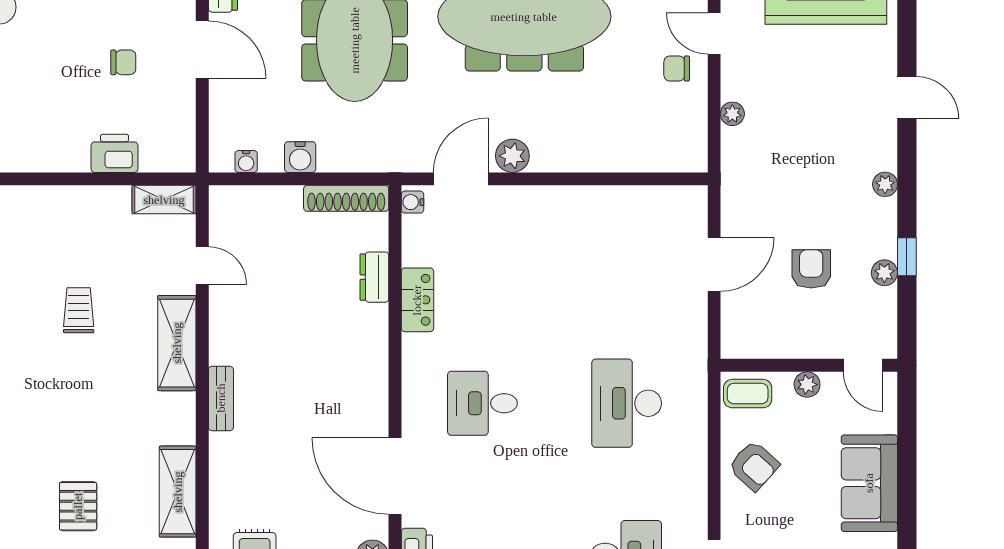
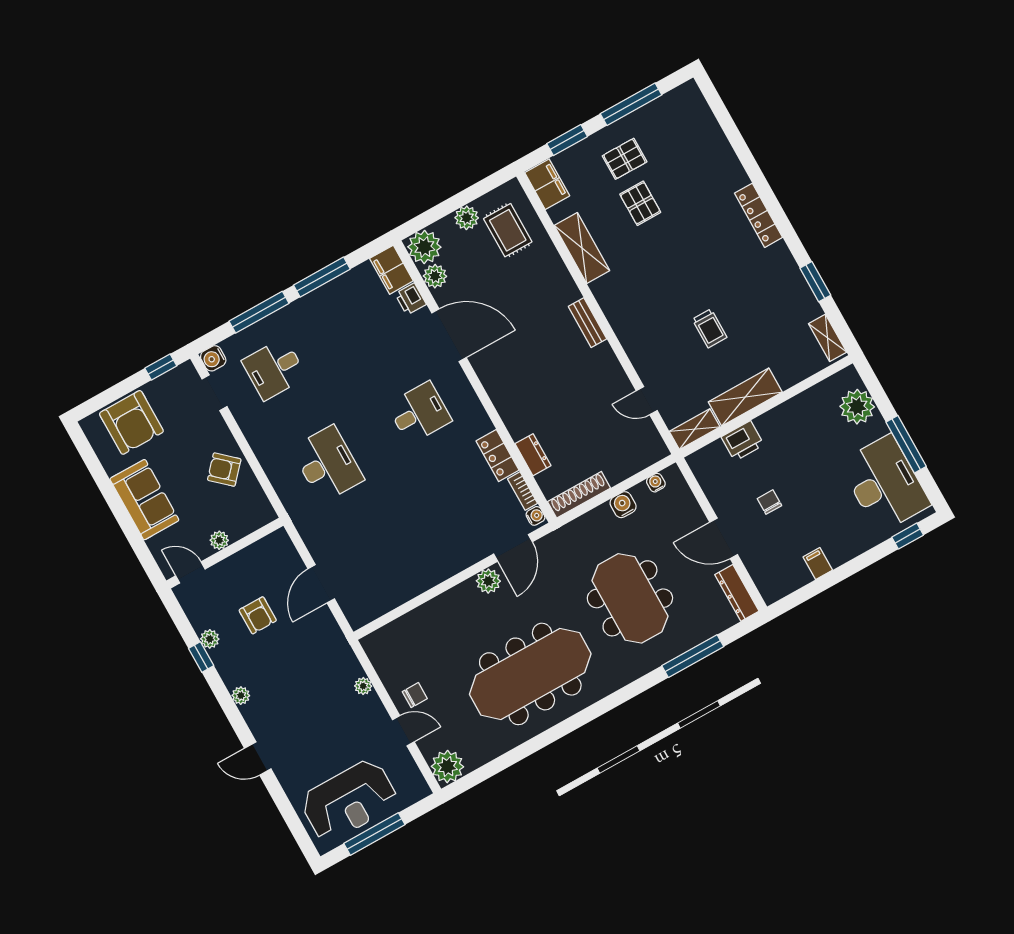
chair: (123, 62) -> (769, 502), turned 90
bookcase: (411, 241) -> (523, 491), added
shelving: (177, 343) -> (745, 397), moved, turned 90
coffee table: (748, 394) -> (254, 513), removed

